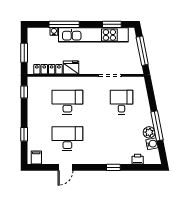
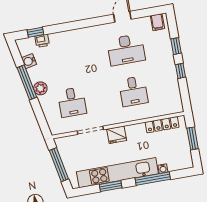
window: (112, 24) -> (111, 186), moved
fridge: (71, 67) -> (117, 135), moved
window: (24, 92) -> (180, 71), moved
desk: (67, 102) -> (133, 91), width x0.73
plant: (149, 132) -> (40, 88), moved
window: (113, 167) -> (35, 32), moved

